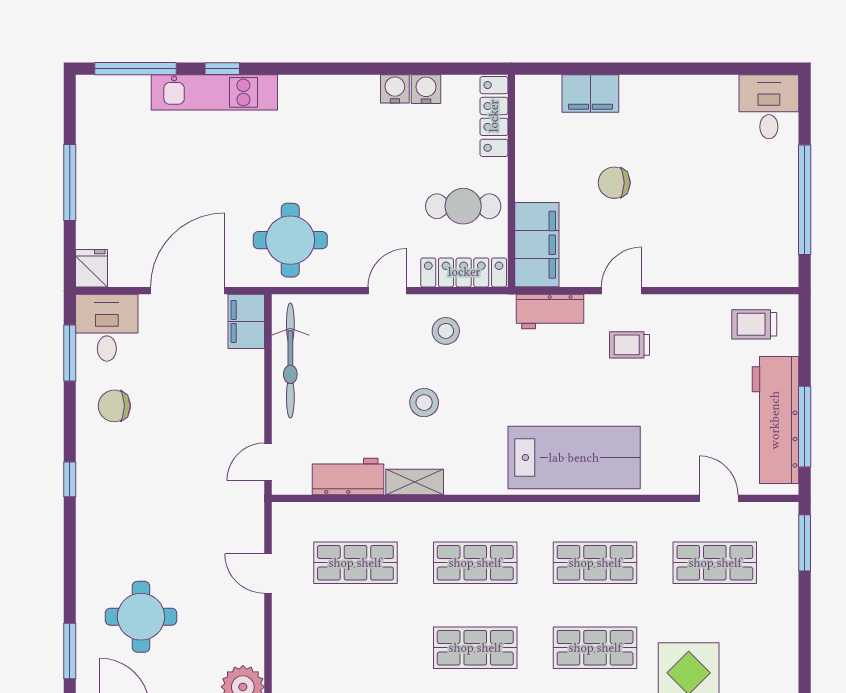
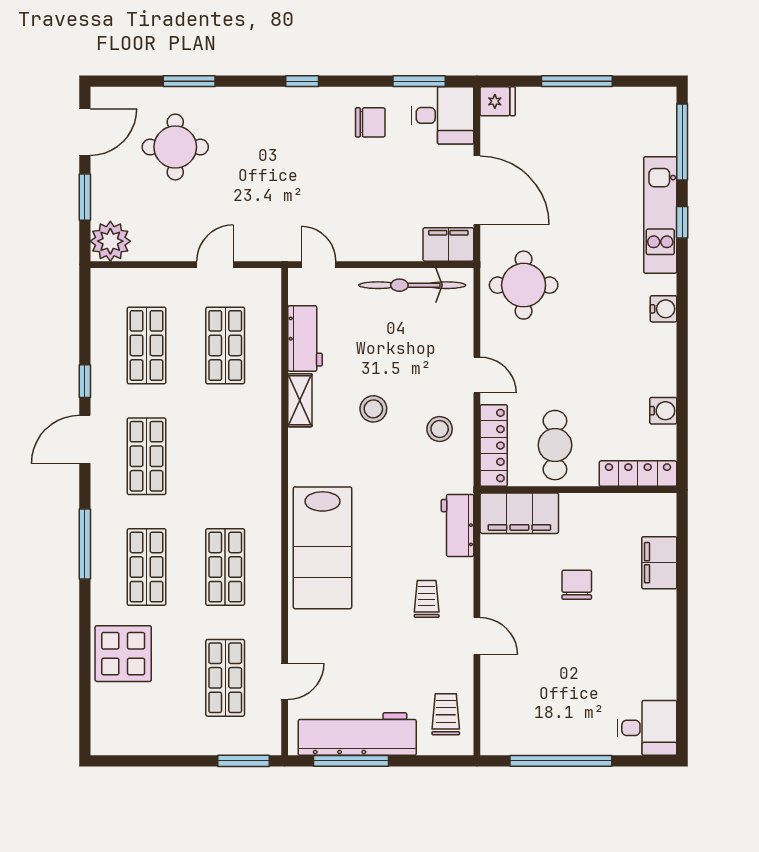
water cooler: (395, 89) -> (664, 309), moved
door: (622, 291) -> (477, 636), moved
chair: (114, 406) -> (370, 122), turned 90
shop shelf: (475, 563) -> (147, 345), moved
window: (70, 651) -> (189, 81), moved

